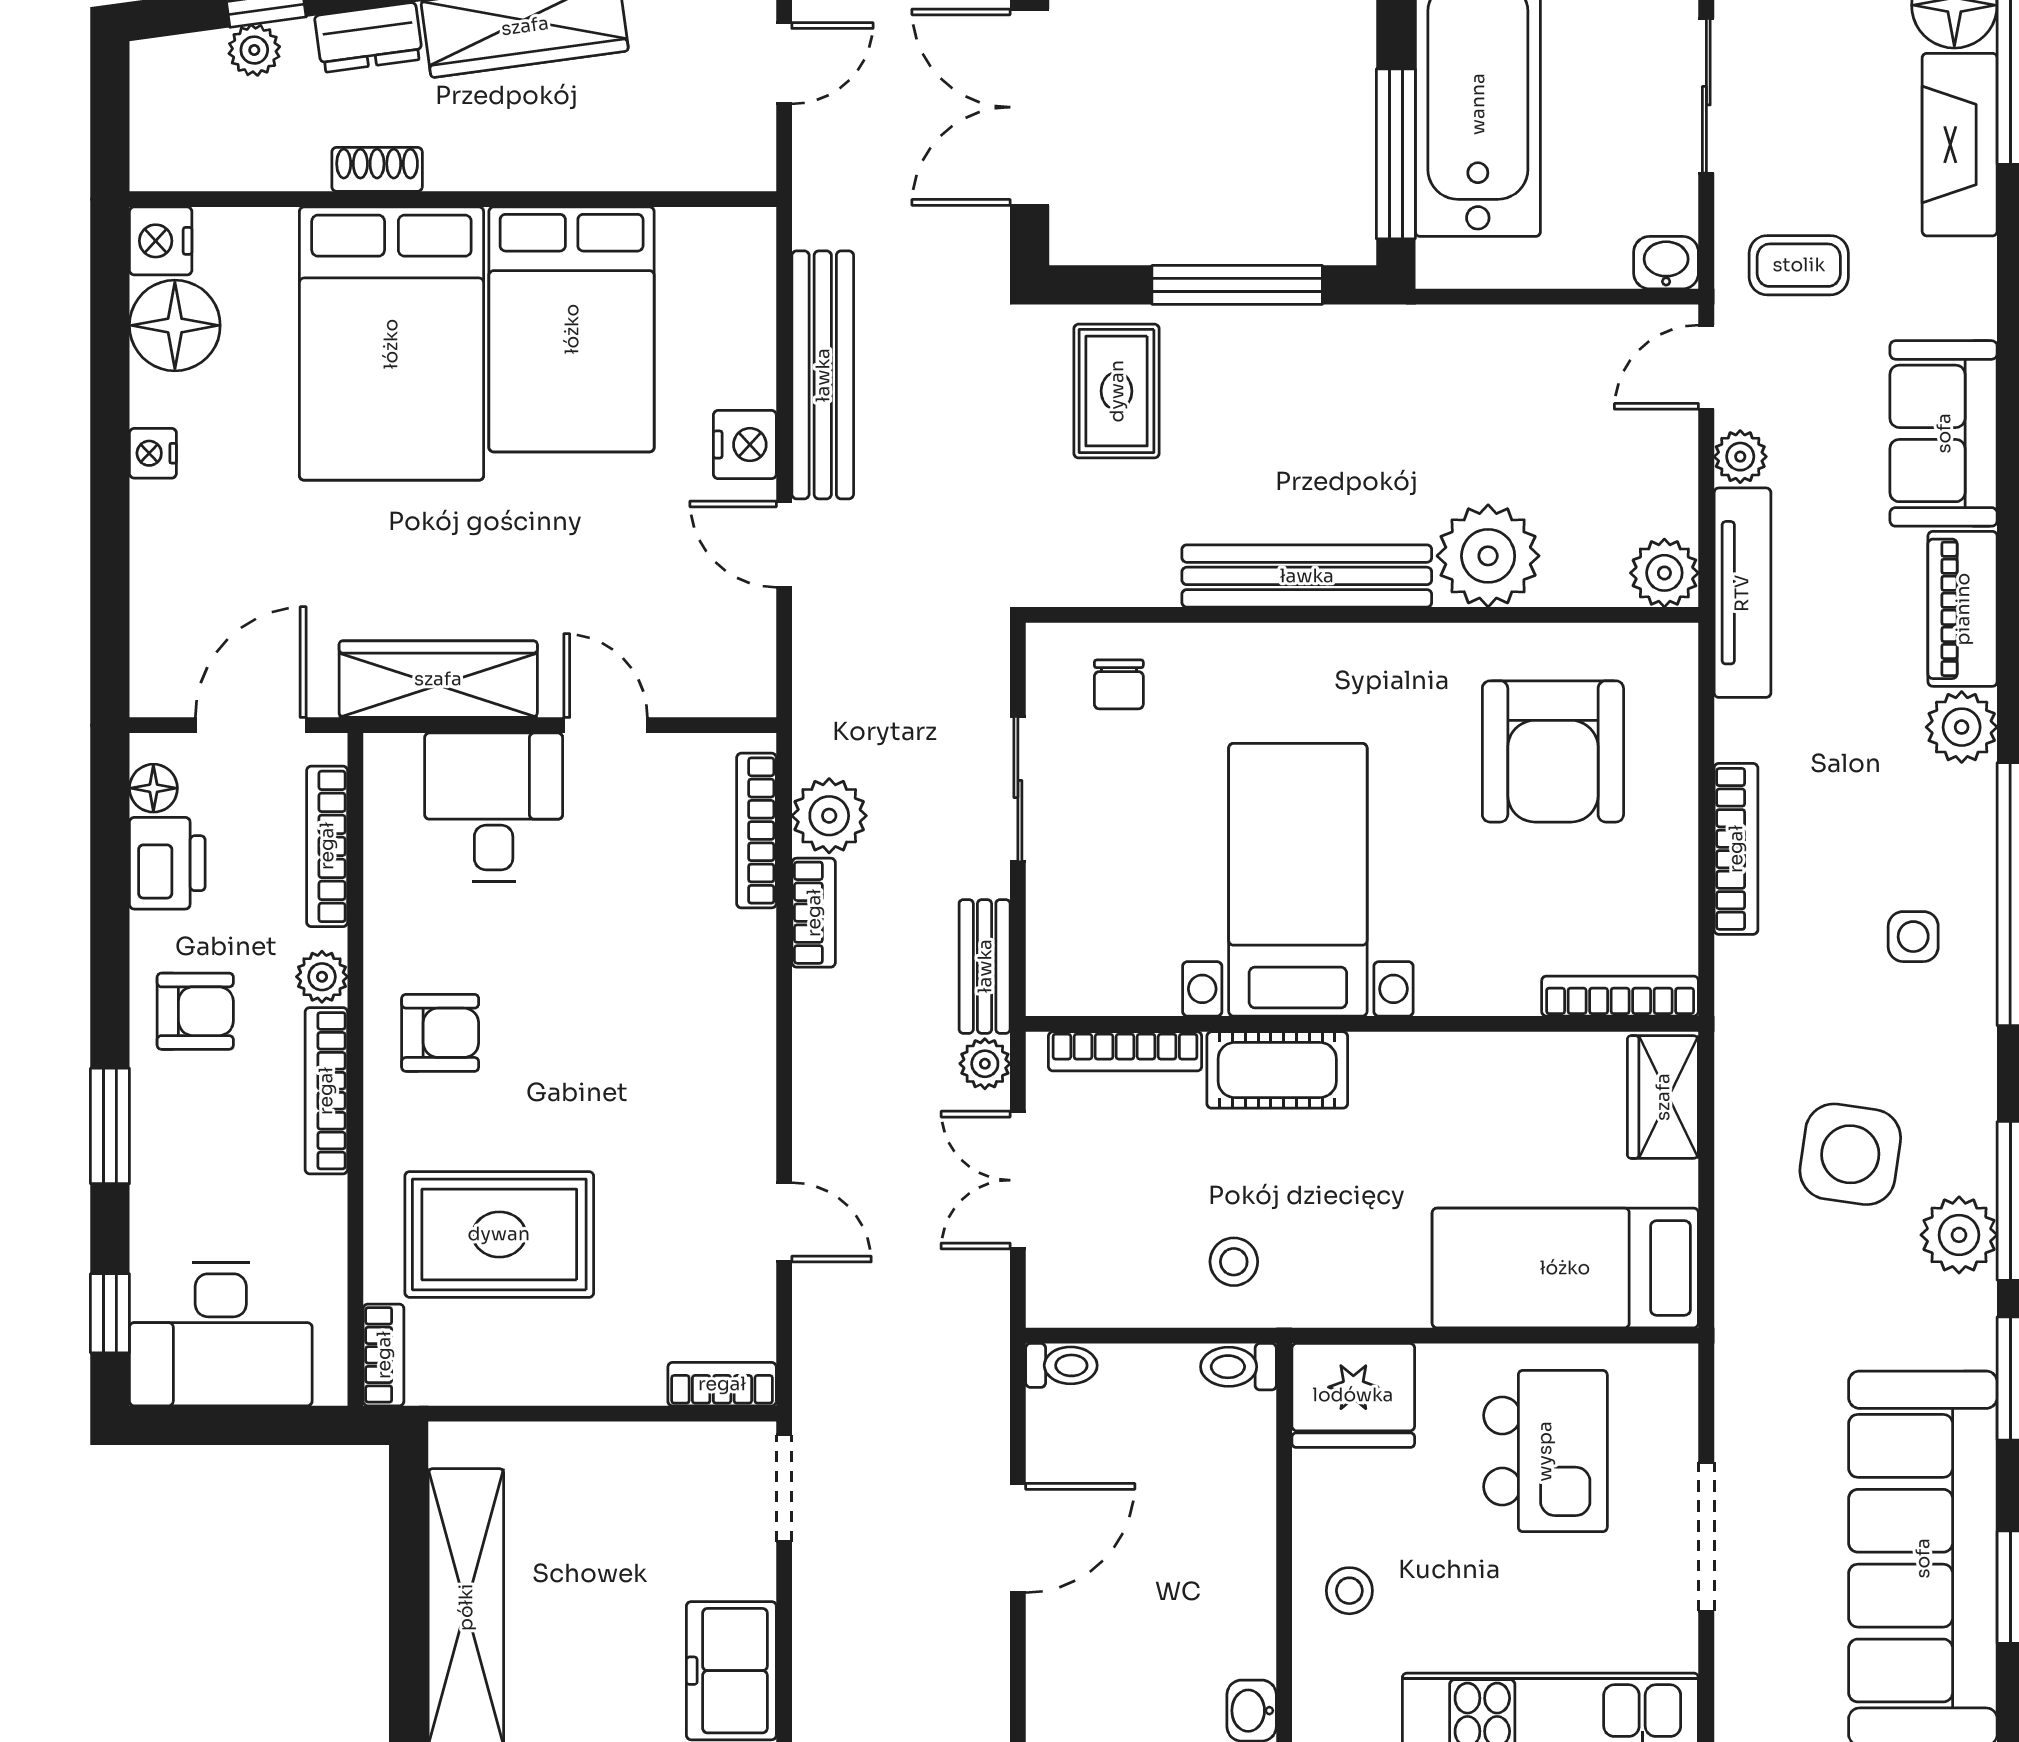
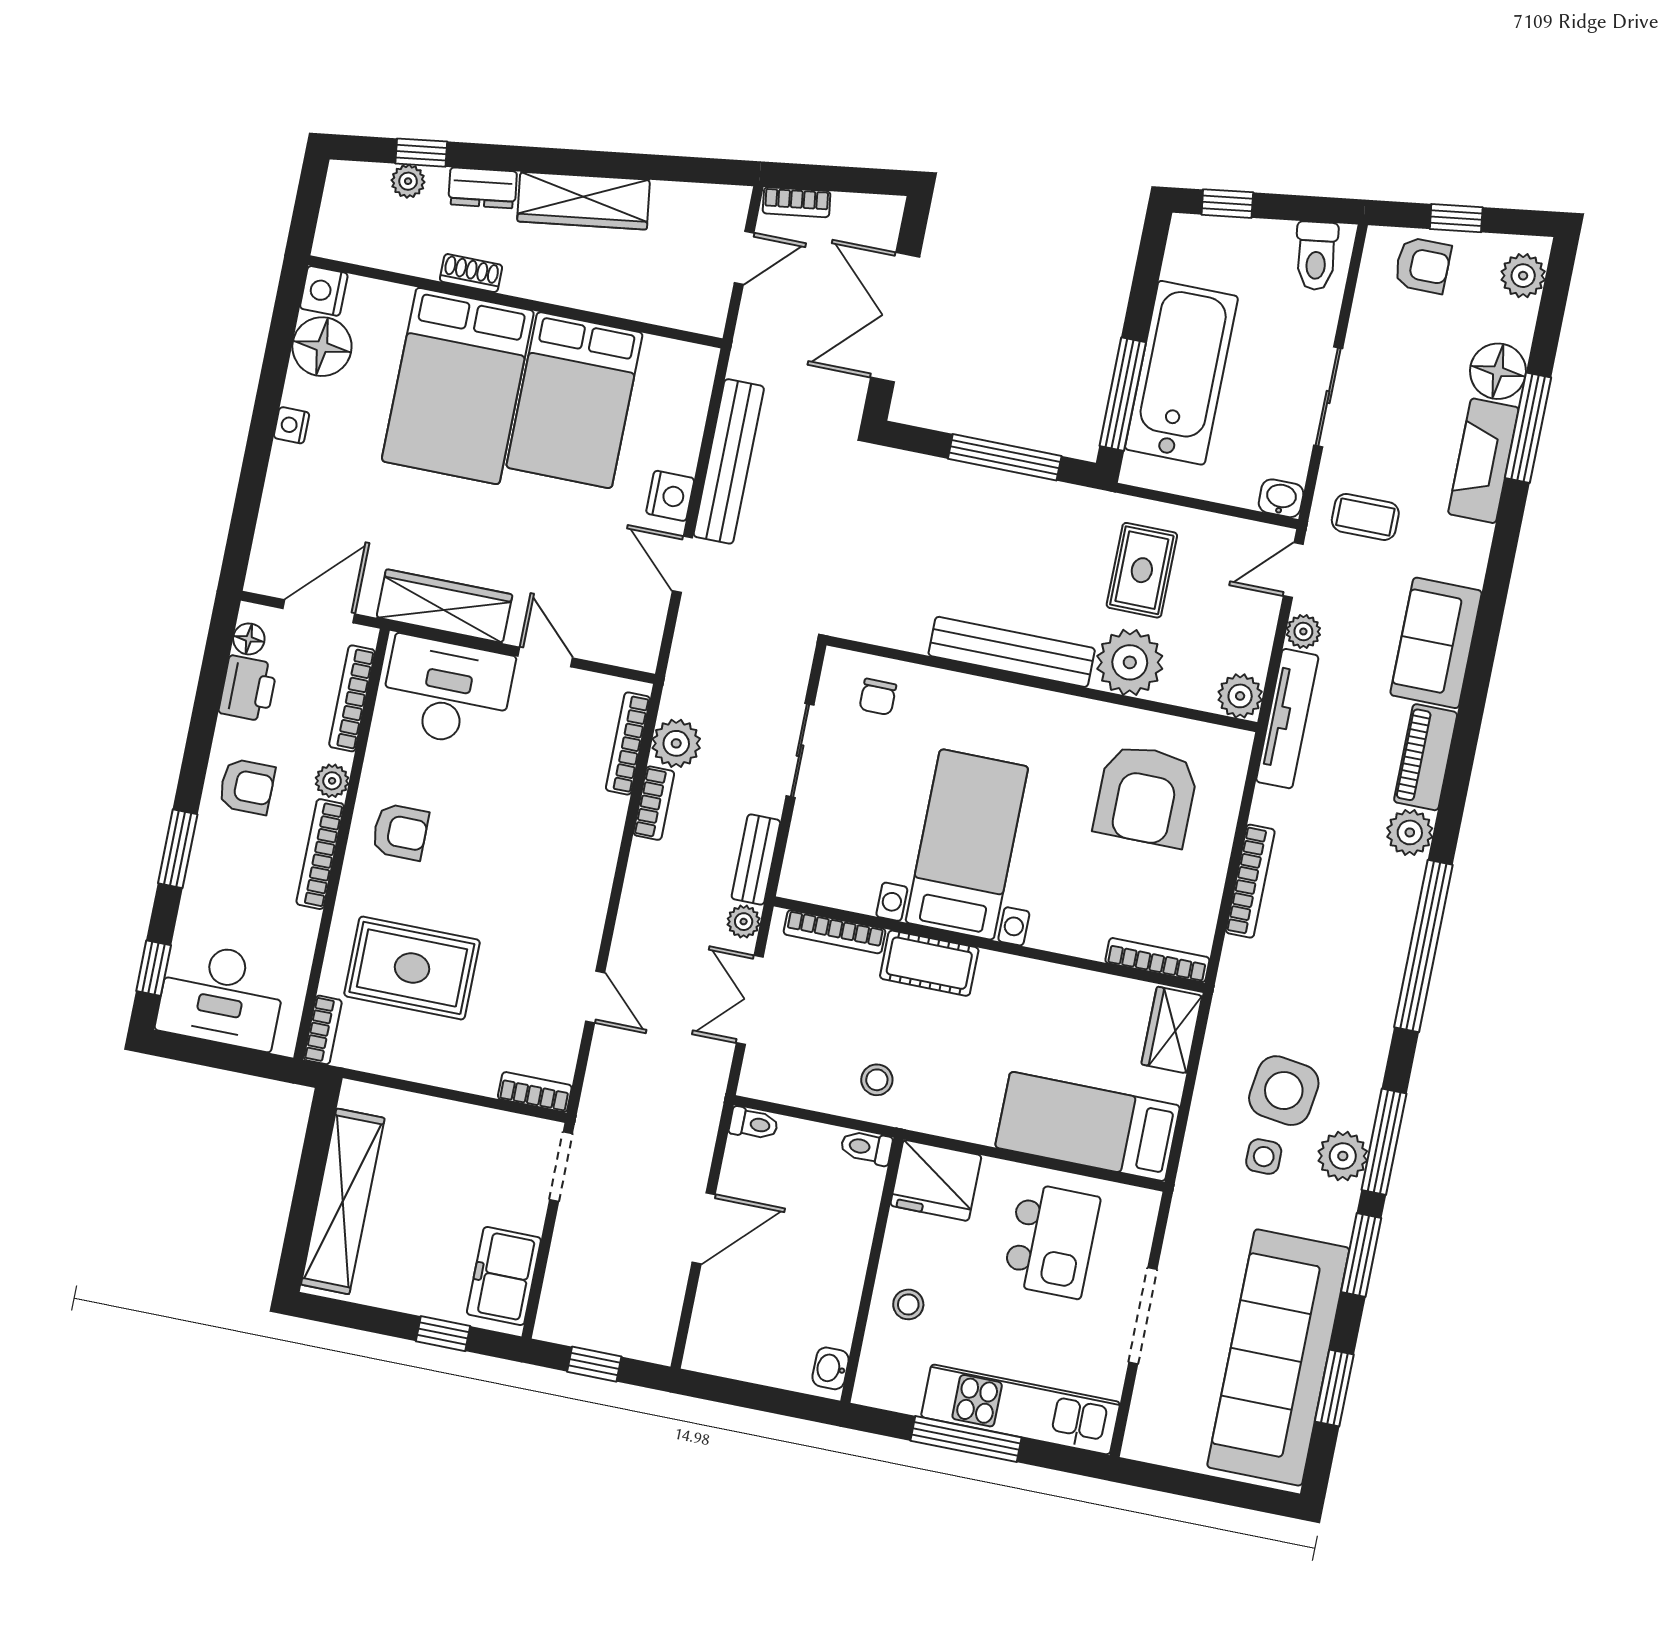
rug: (1117, 391) -> (1142, 570), moved
desk: (494, 807) -> (447, 692), width x1.37
side table: (1913, 937) -> (1264, 1157), moved

